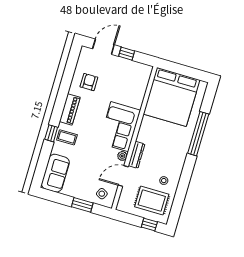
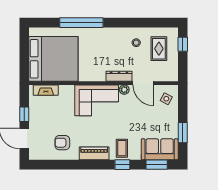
fireplace: (144, 81) -> (46, 90), added
window: (42, 166) -> (157, 165), added
rug: (152, 201) -> (159, 49), width x0.73, depth x0.70
window: (82, 205) -> (183, 133), moved

